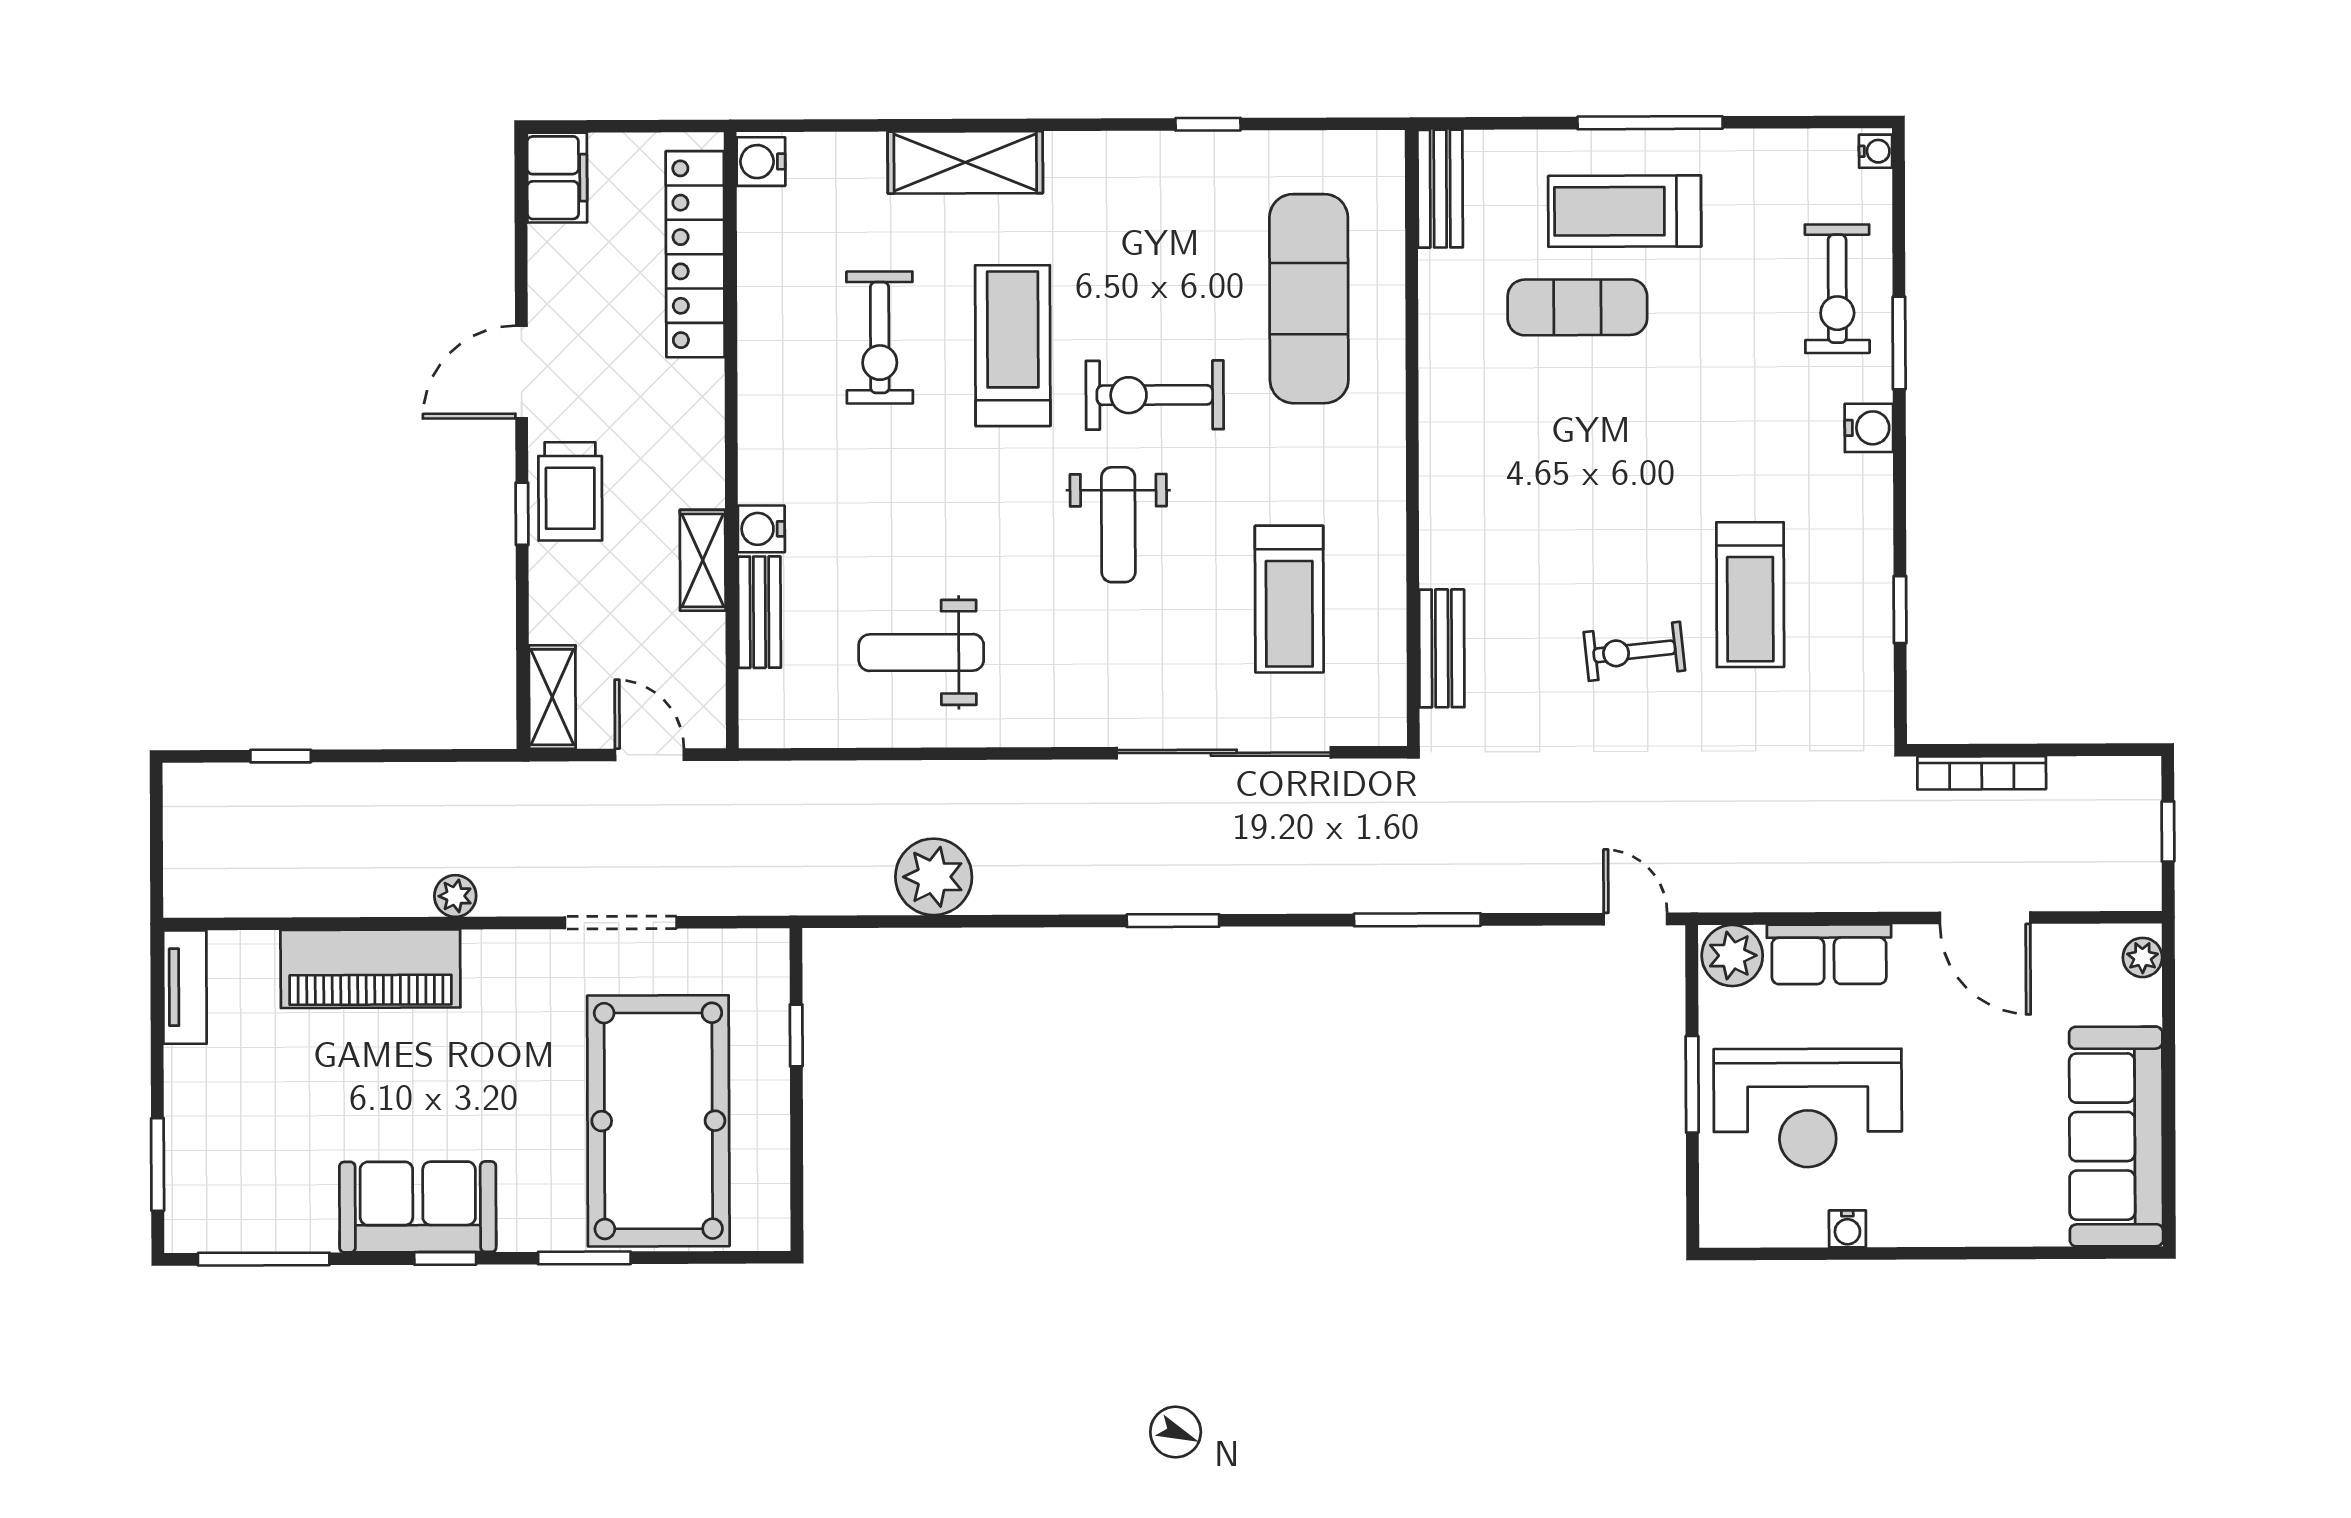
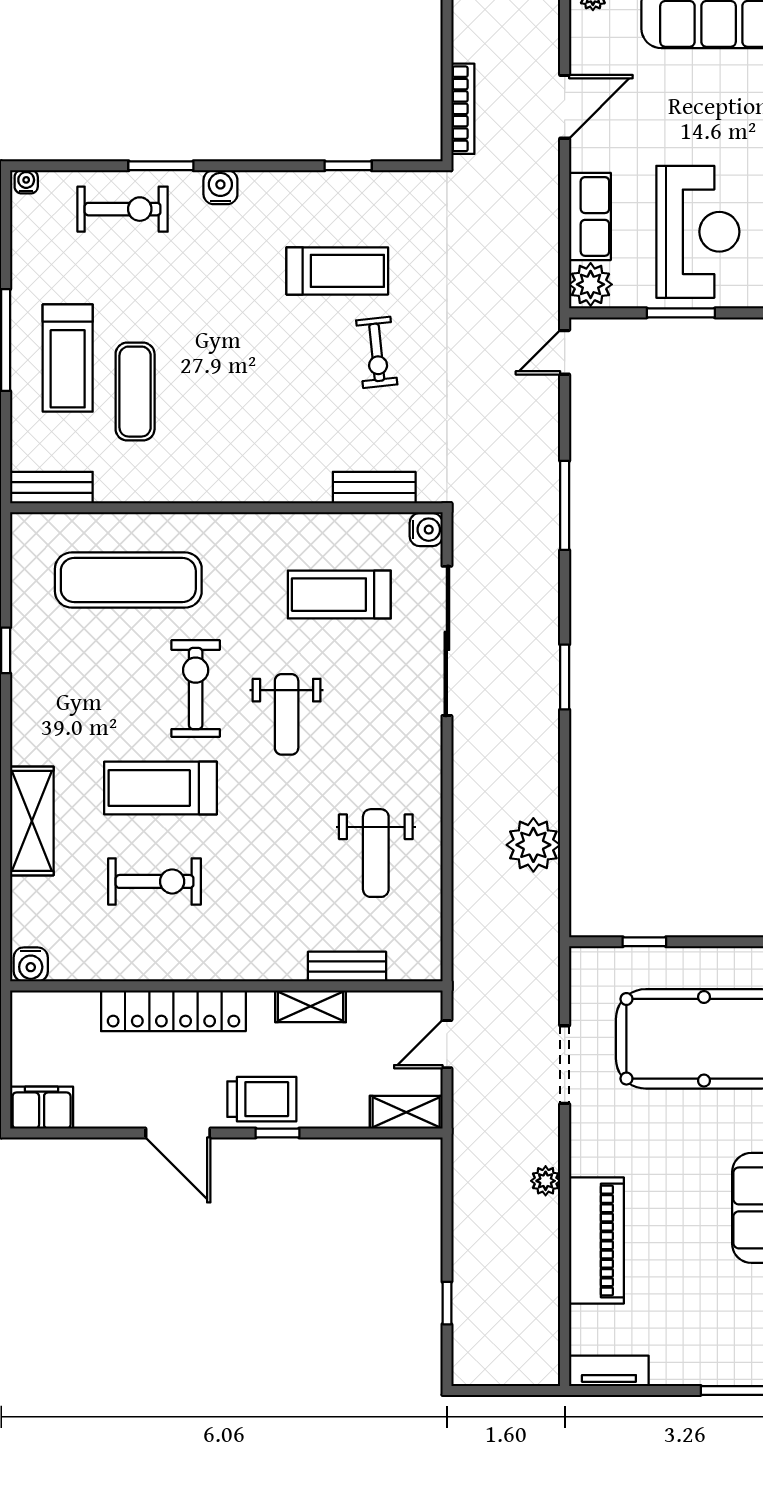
locker: (695, 254) -> (173, 1011), moved
exercise bike: (1155, 395) -> (196, 688), turned 180
weight bench: (1118, 525) -> (287, 714), turned 90
water cooler: (761, 529) -> (426, 530), moved, turned -90
treadmill: (1289, 599) -> (339, 595), turned 180

